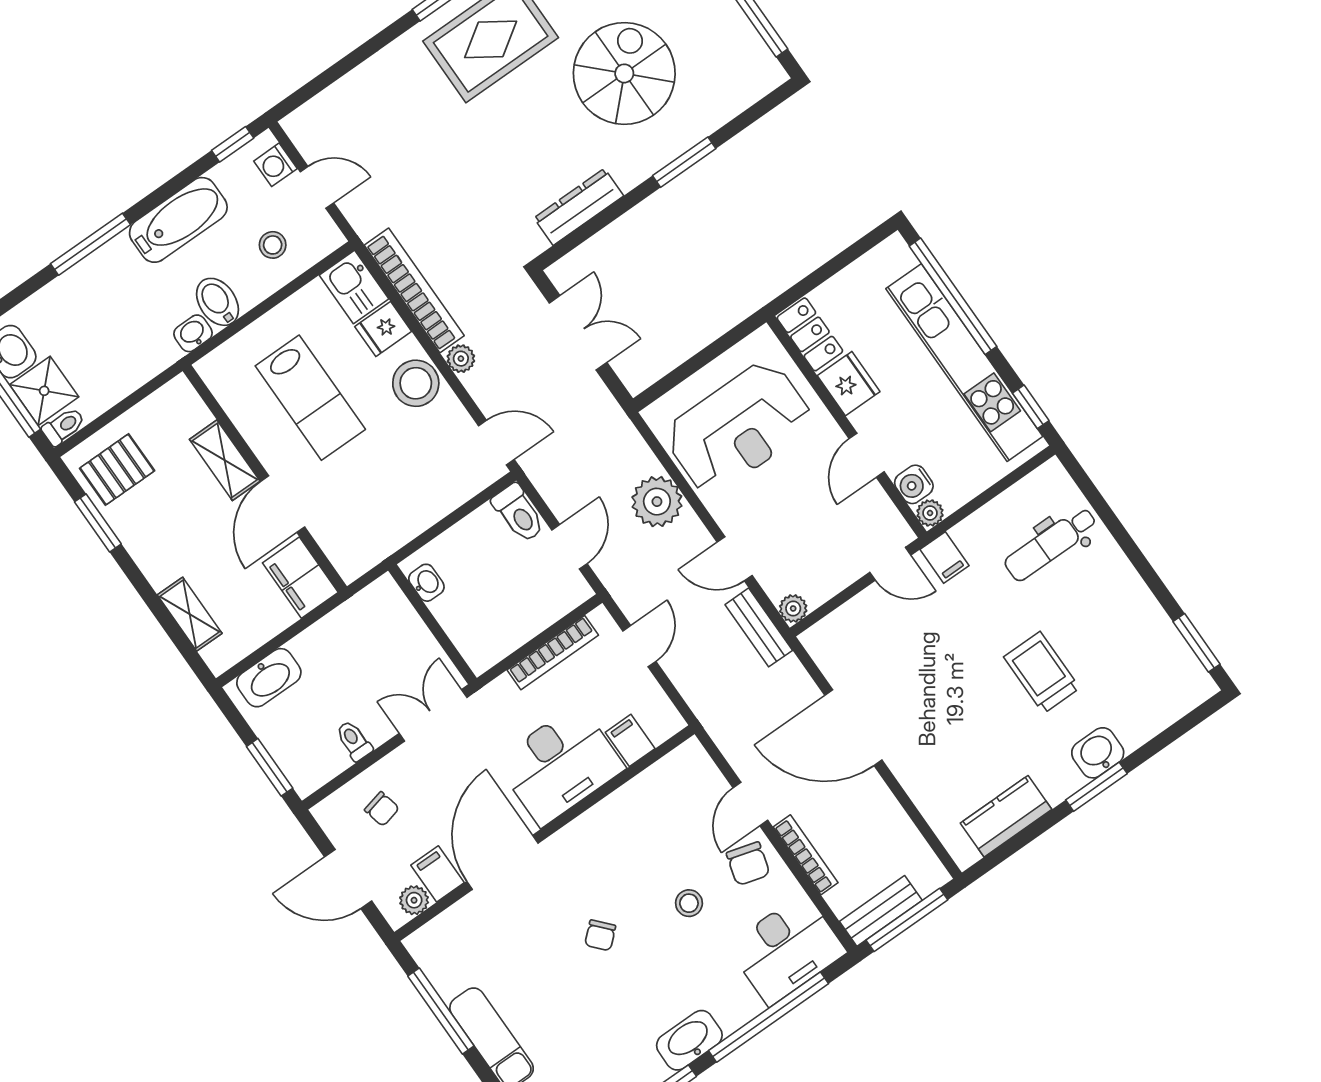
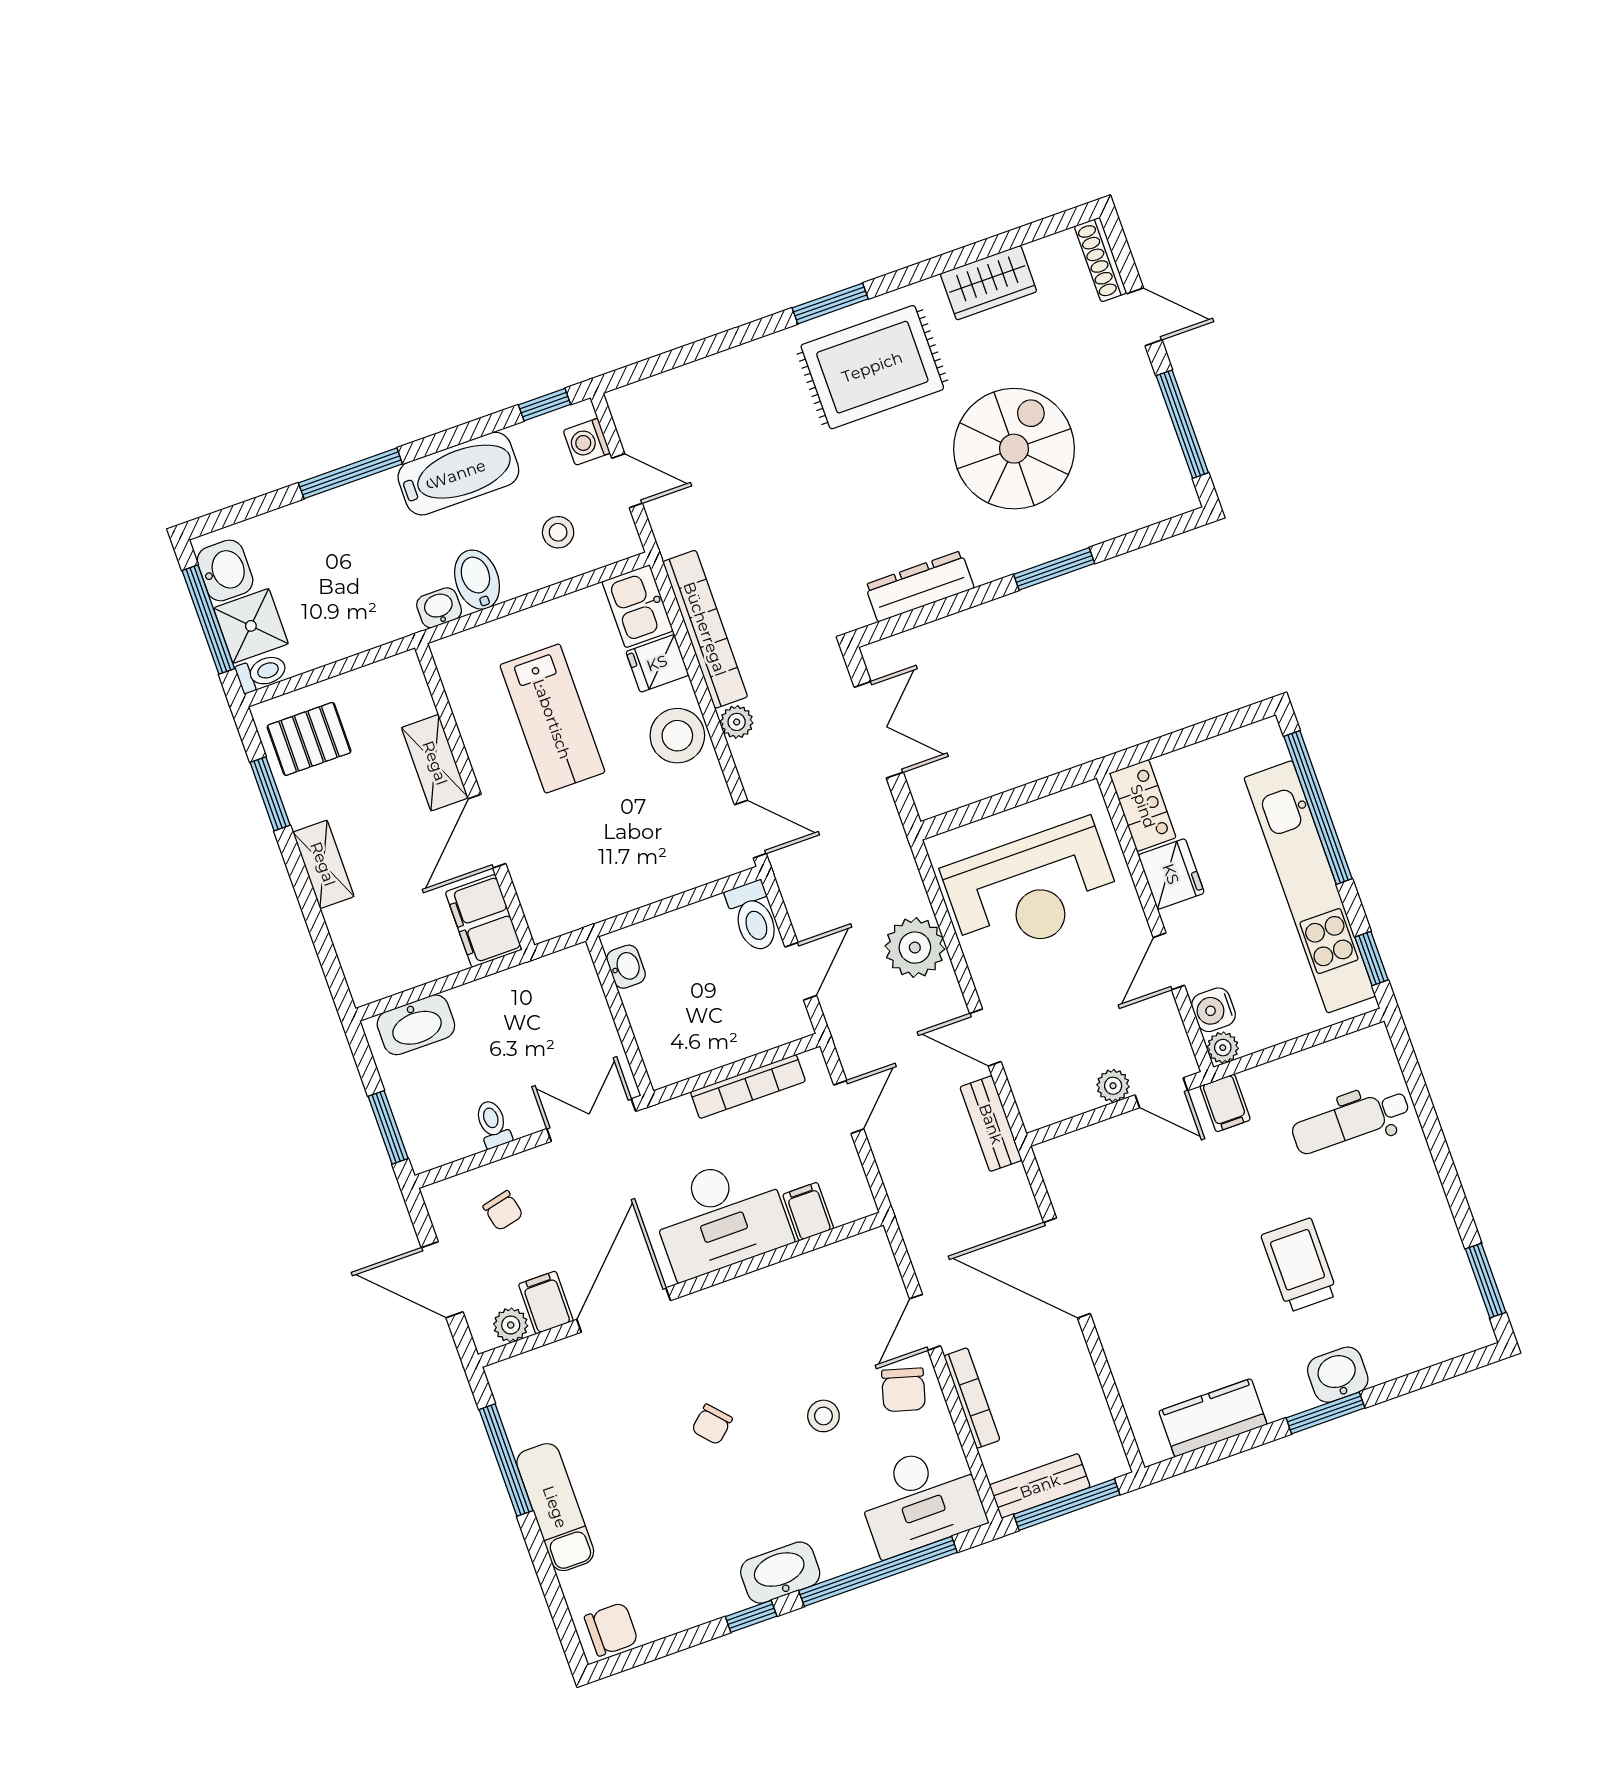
plant: (793, 608) -> (1113, 1086), moved
shelving: (190, 614) -> (323, 864), moved

